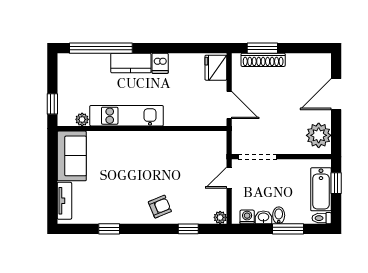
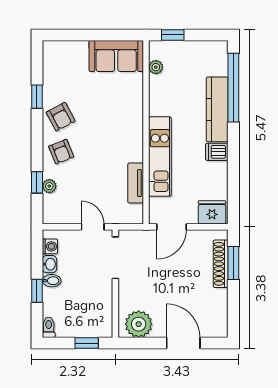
kitchen counter: (131, 63) -> (217, 109), width x1.50
kitchen unit: (127, 116) -> (160, 157), moved
bathtub: (321, 189) -> (80, 327), removed
tv unit: (64, 201) -> (136, 183), moved, turned 90
armchair: (128, 207) -> (61, 117), added
plant: (220, 217) -> (49, 186), moved
window: (288, 229) -> (37, 291), width x0.67

